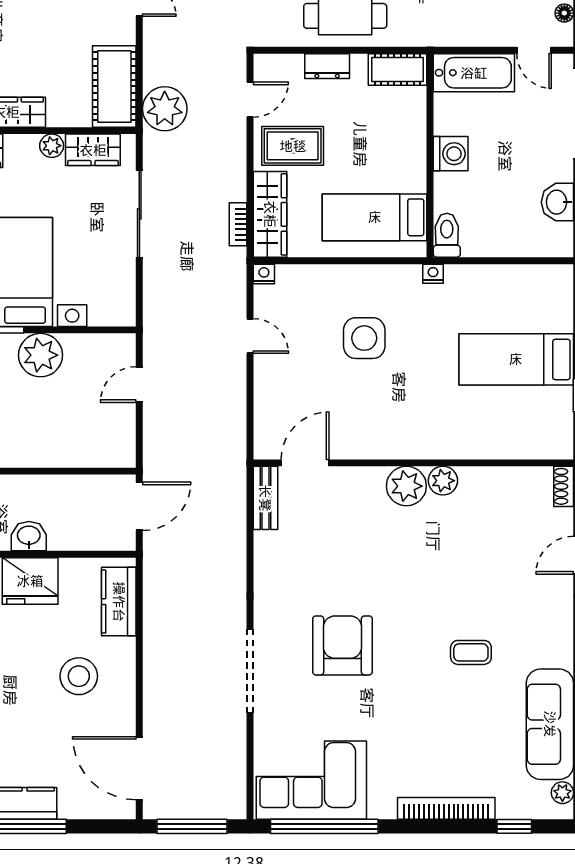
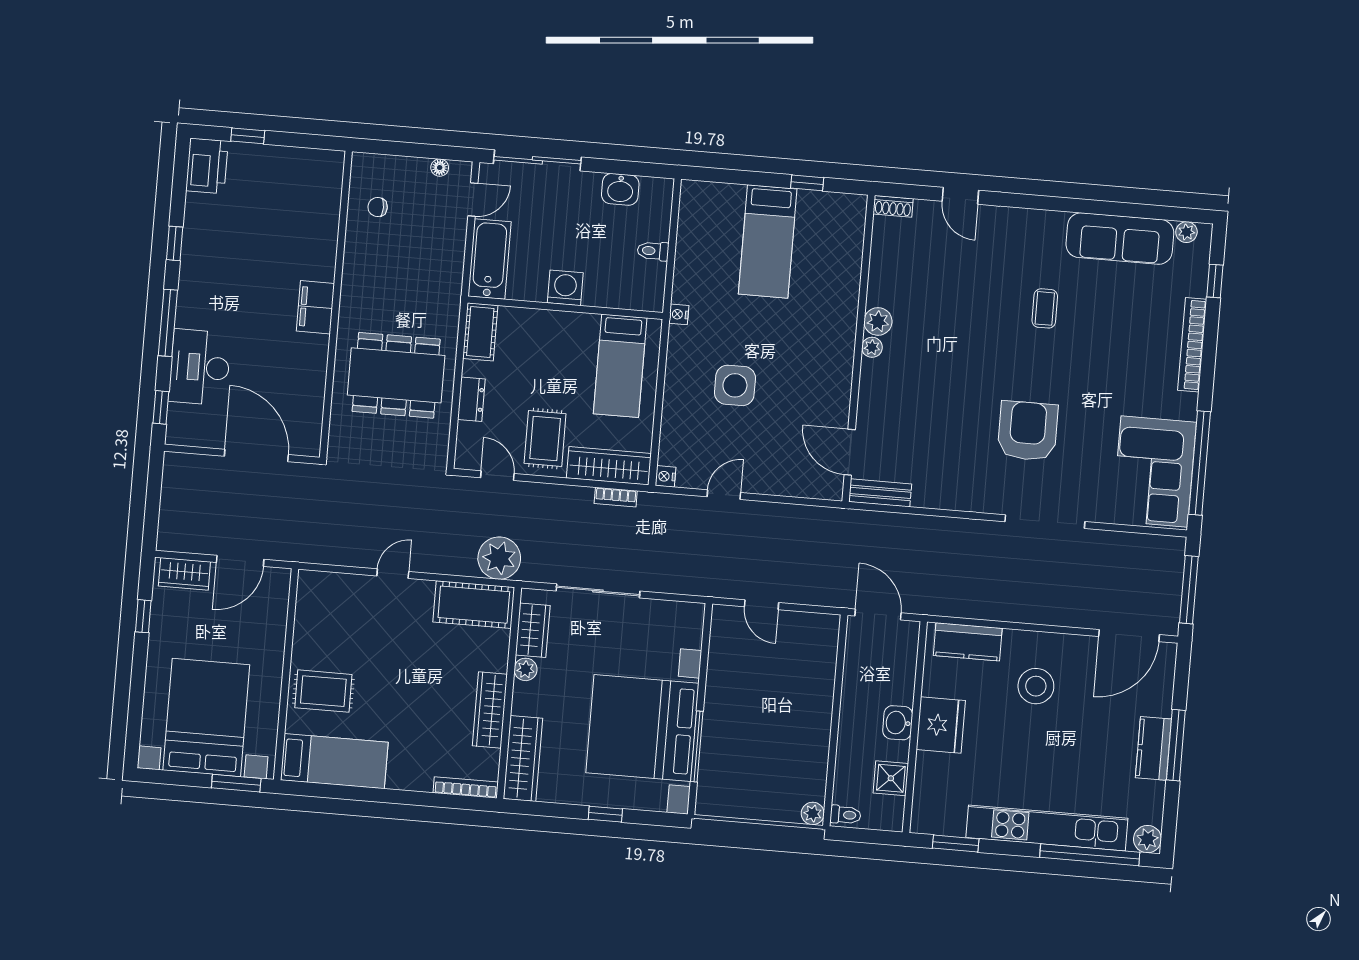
toilet: (447, 235) -> (653, 251), moved, width x0.73, depth x0.72
plant: (40, 355) -> (725, 697), removed
plant: (406, 486) -> (872, 347), width x0.53, depth x0.53
armchair: (343, 645) -> (1028, 431), turned 90

